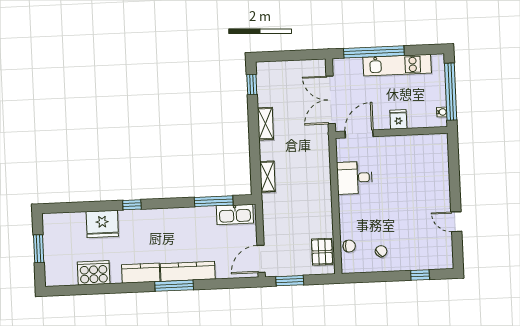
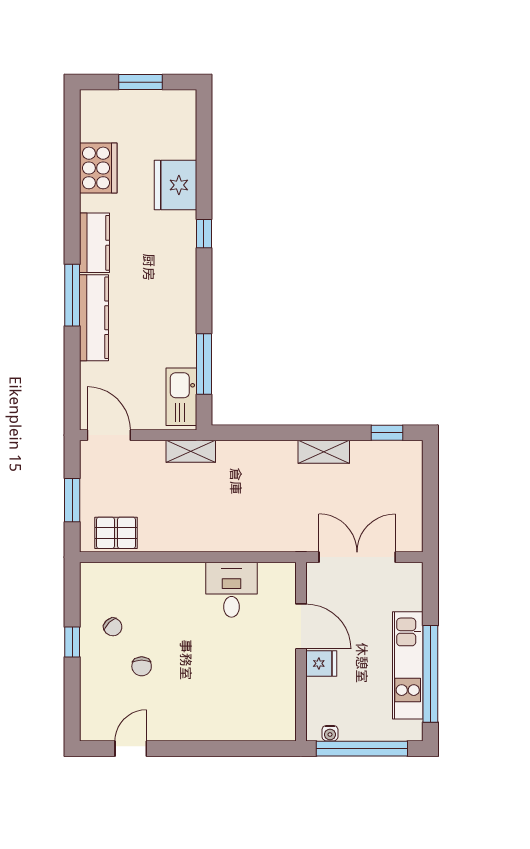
window: (374, 52) -> (430, 674), moved
door: (359, 134) -> (301, 626), moved
shelving: (268, 177) -> (191, 451), moved
door: (456, 222) -> (131, 749), moved
chair: (349, 246) -> (142, 666), moved
window: (420, 275) -> (72, 642), moved
window: (290, 281) -> (72, 500), moved

